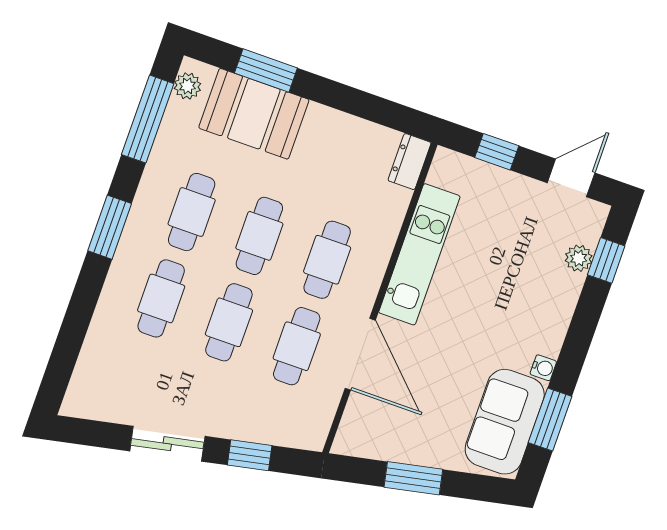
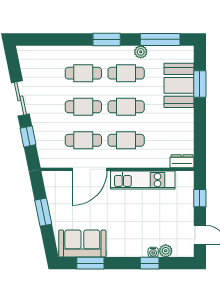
plant: (188, 86) -> (141, 52), moved
window: (606, 260) -> (150, 263), moved
water cooler: (543, 368) -> (153, 252), moved

